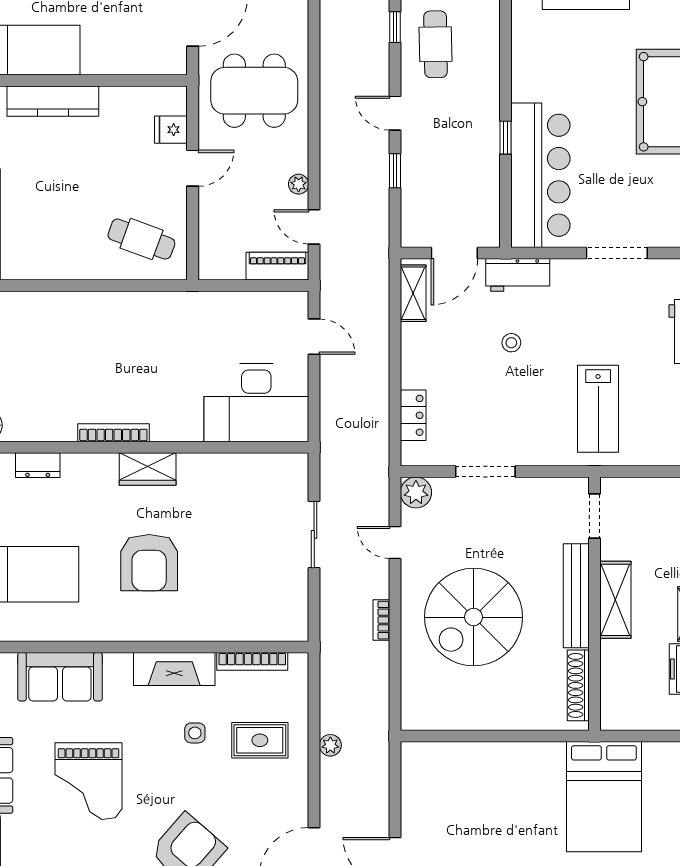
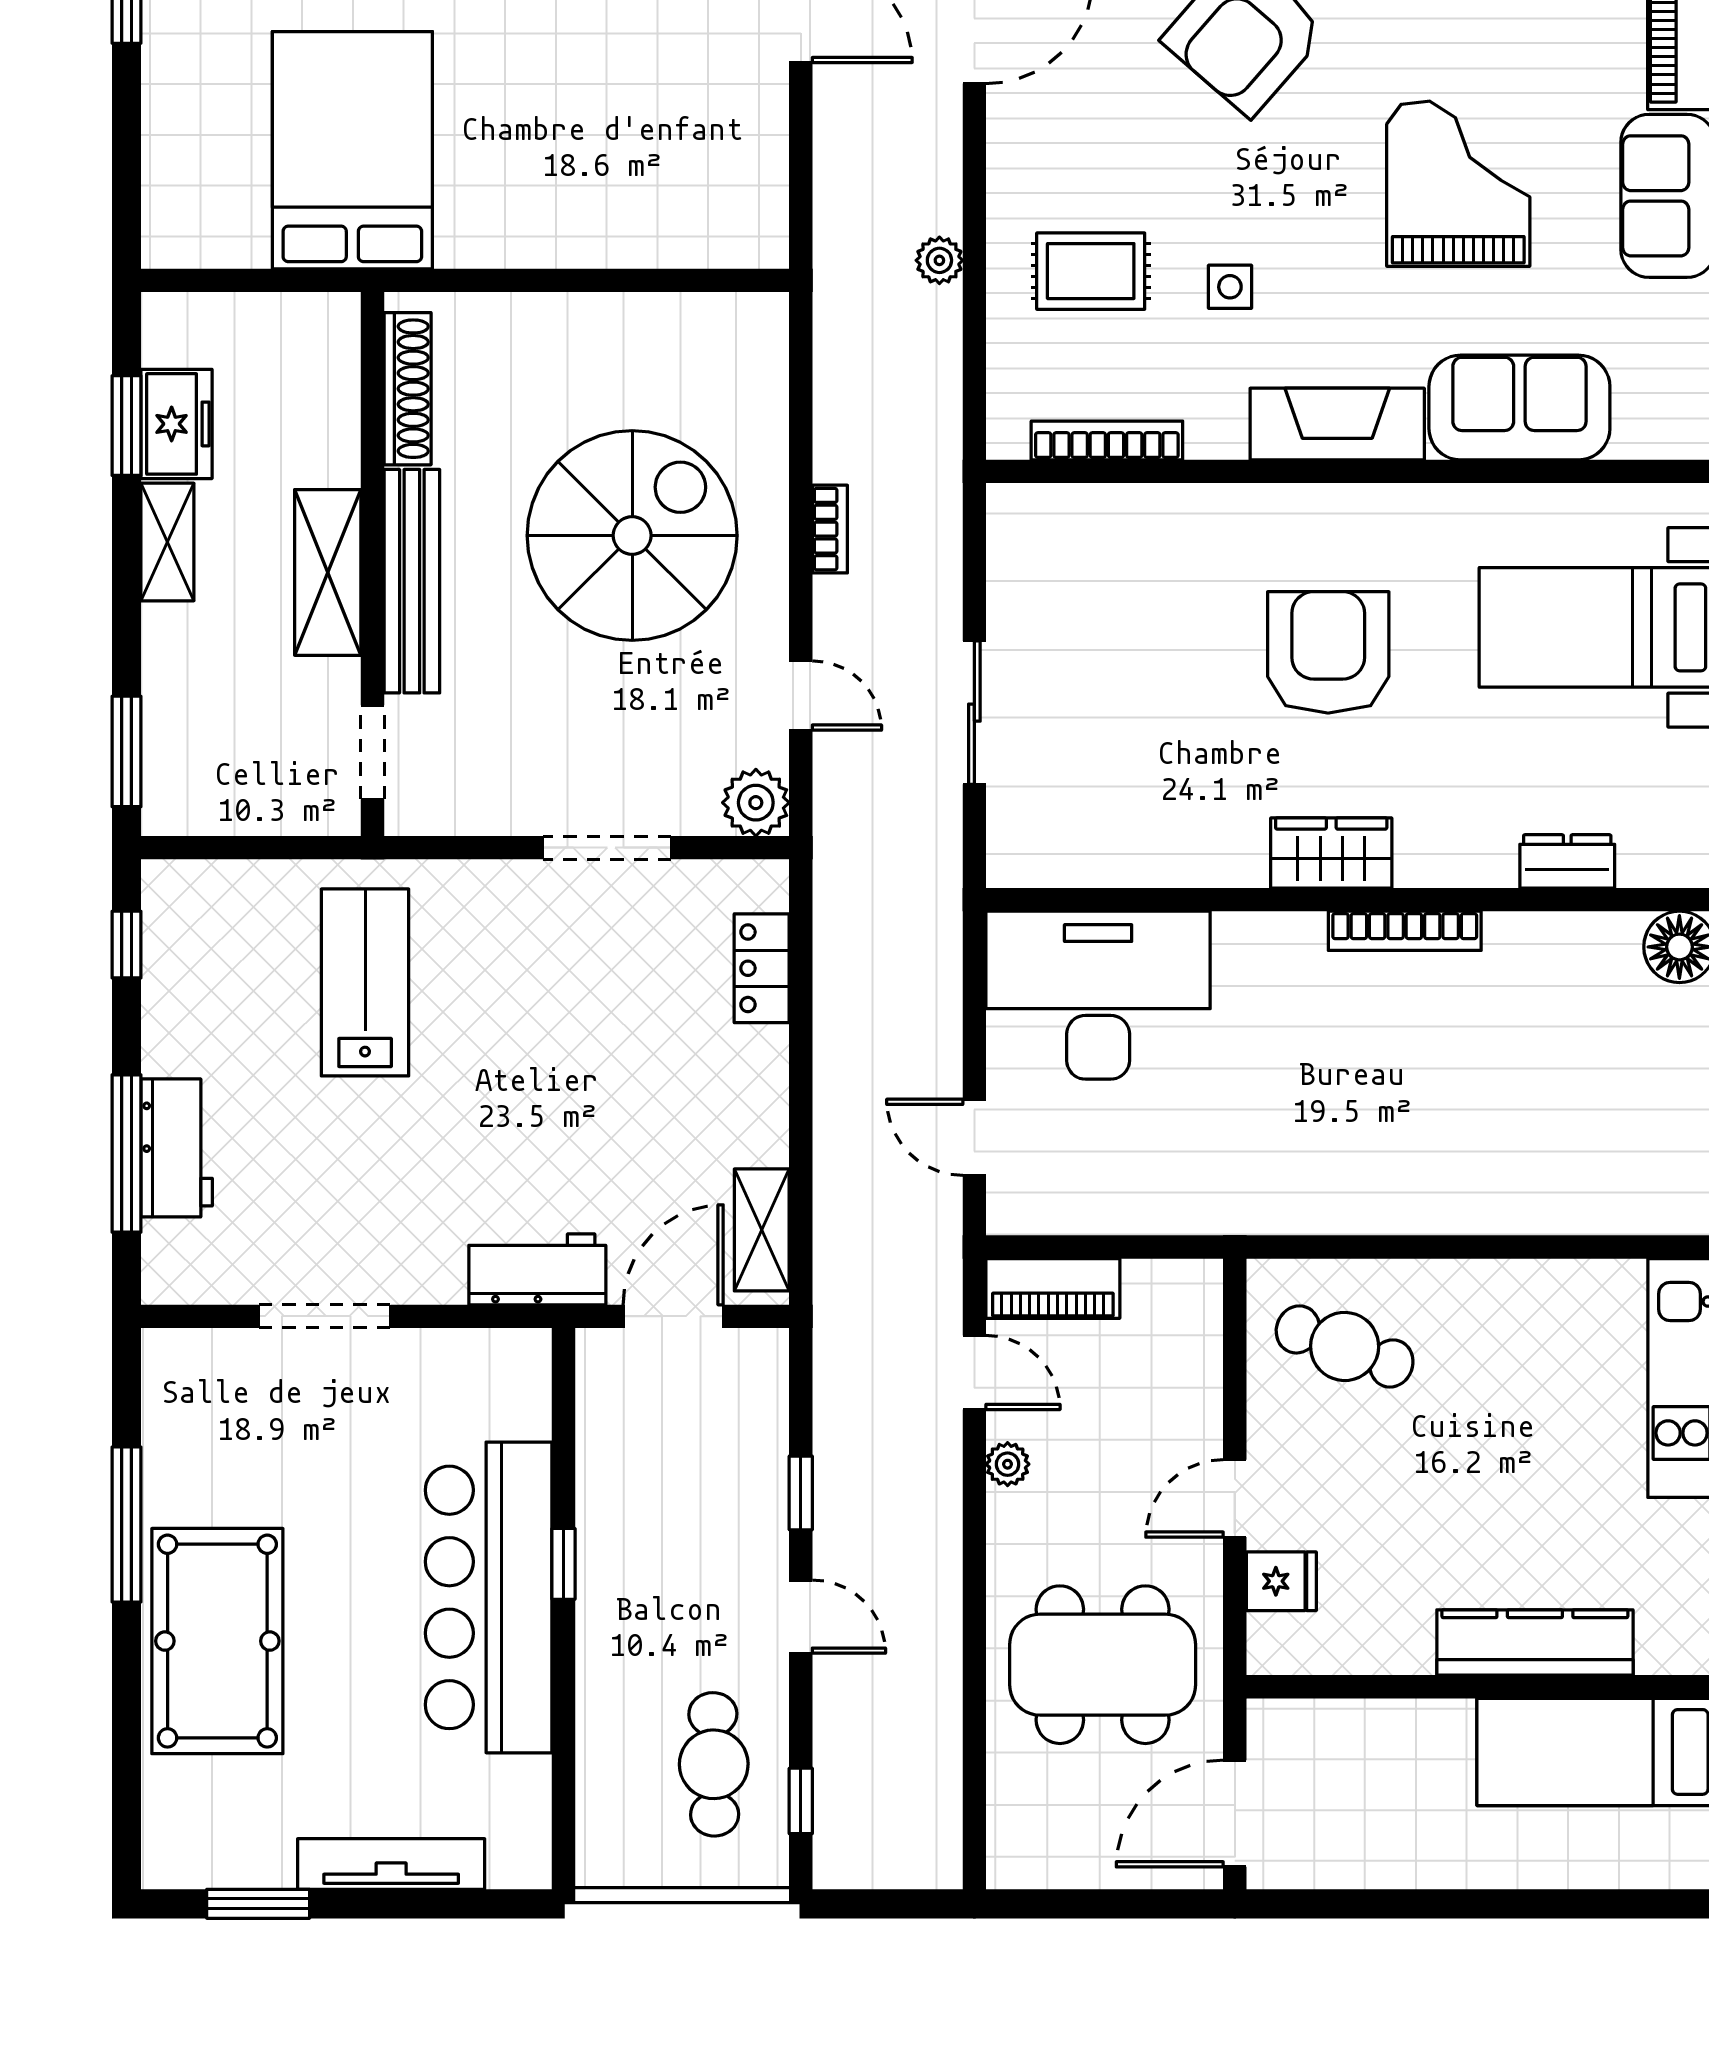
bar counter: (540, 175) -> (489, 1597), moved
stool: (511, 343) -> (551, 1124), removed
fireplace: (174, 669) -> (1337, 424), moved

